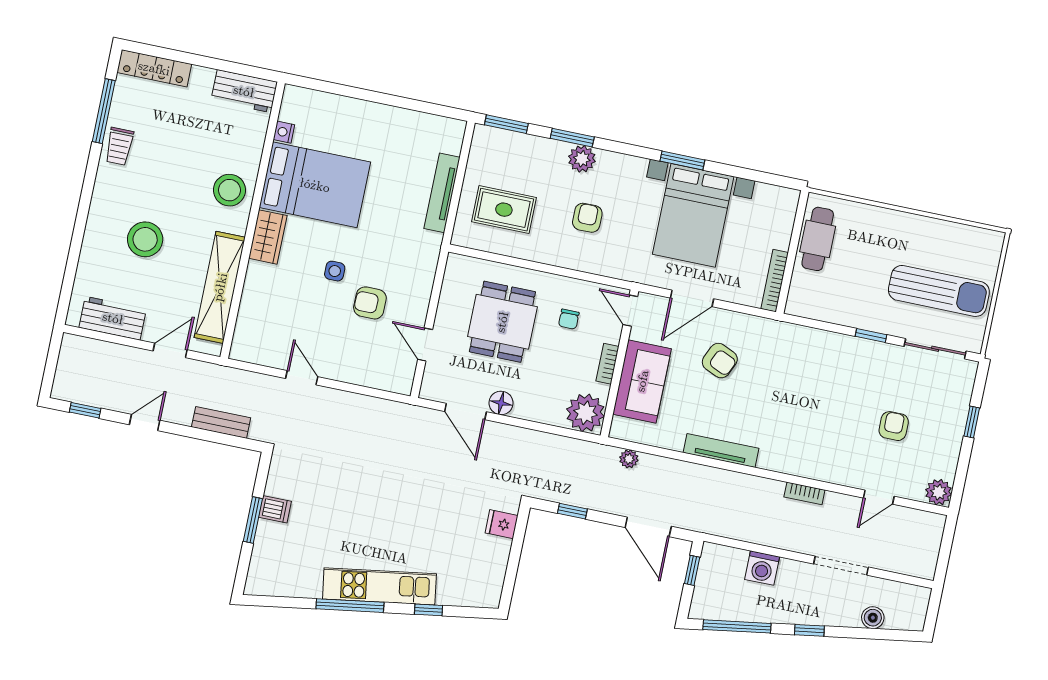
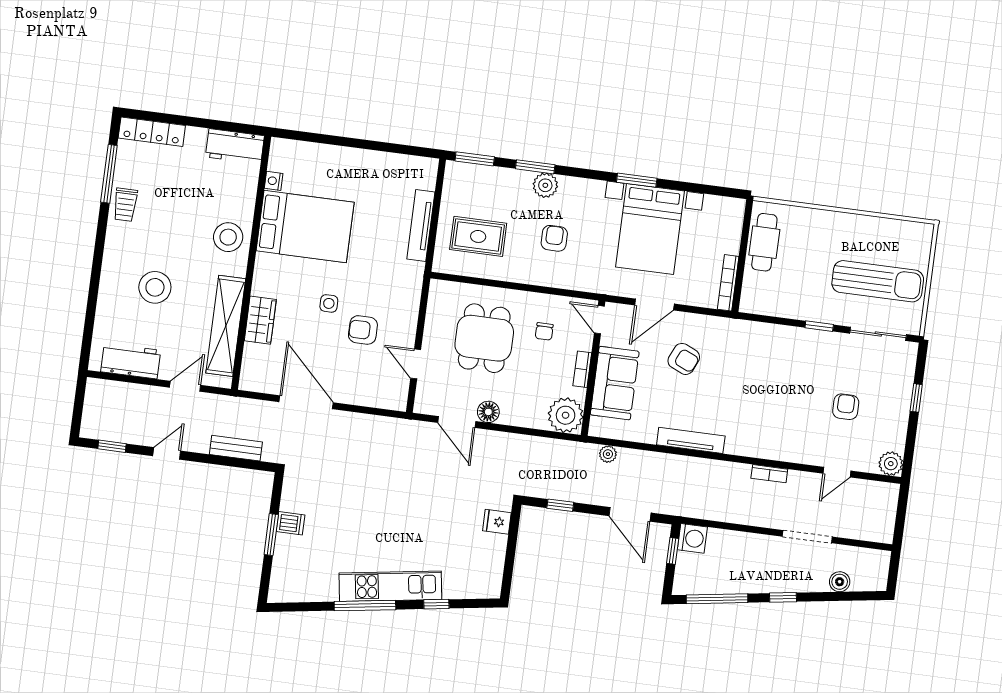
wardrobe: (268, 237) -> (260, 320), moved
door: (302, 378) -> (306, 402), width x1.88
washing machine: (762, 568) -> (692, 538), moved, turned -90

